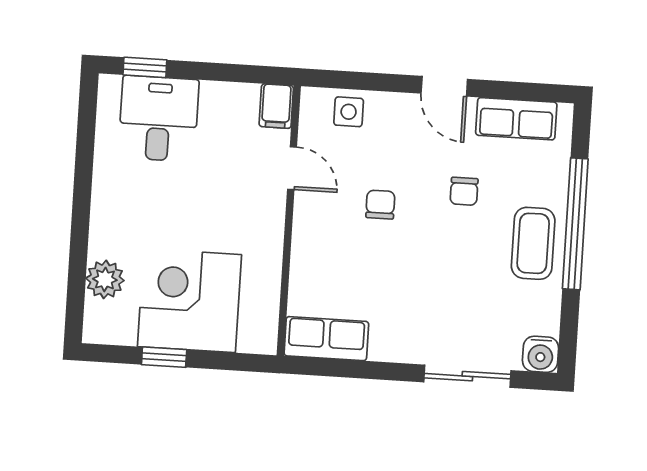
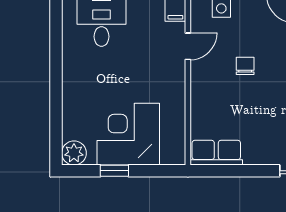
door: (292, 168) -> (188, 46), hinge flipped
plant: (105, 279) -> (74, 153), moved

